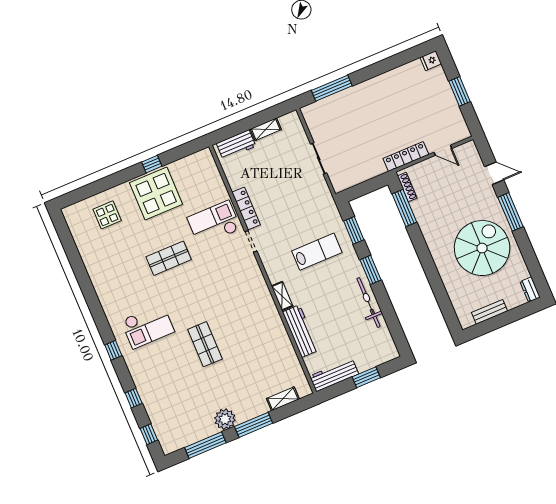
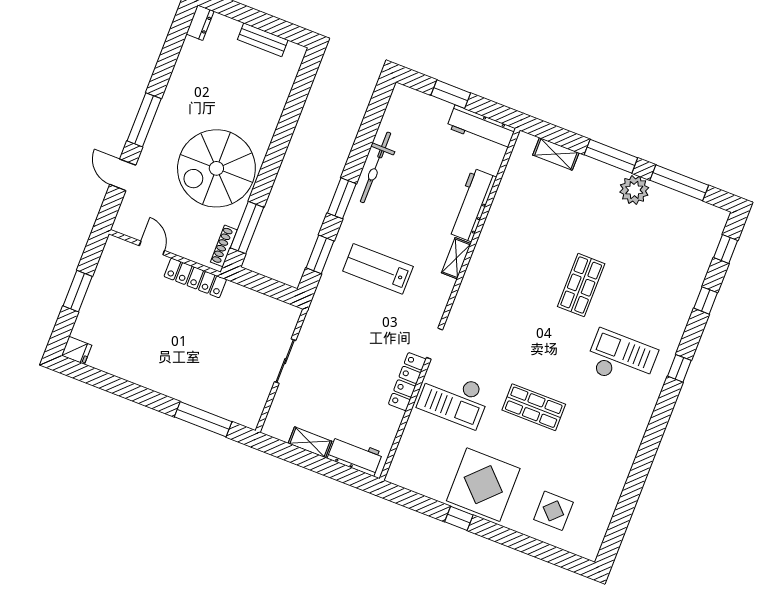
spiral stairs: (482, 248) -> (216, 168), moved

